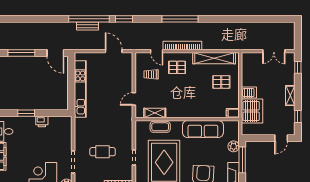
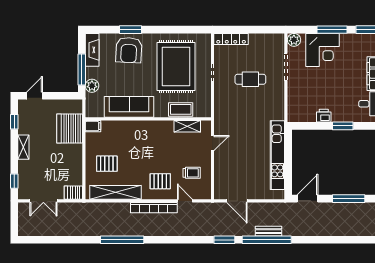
window: (180, 19) -> (122, 240), moved
double door: (274, 51) -> (43, 201), swing flipped
door: (55, 53) -> (307, 199), hinge flipped
server rack: (249, 93) -> (73, 193), moved

